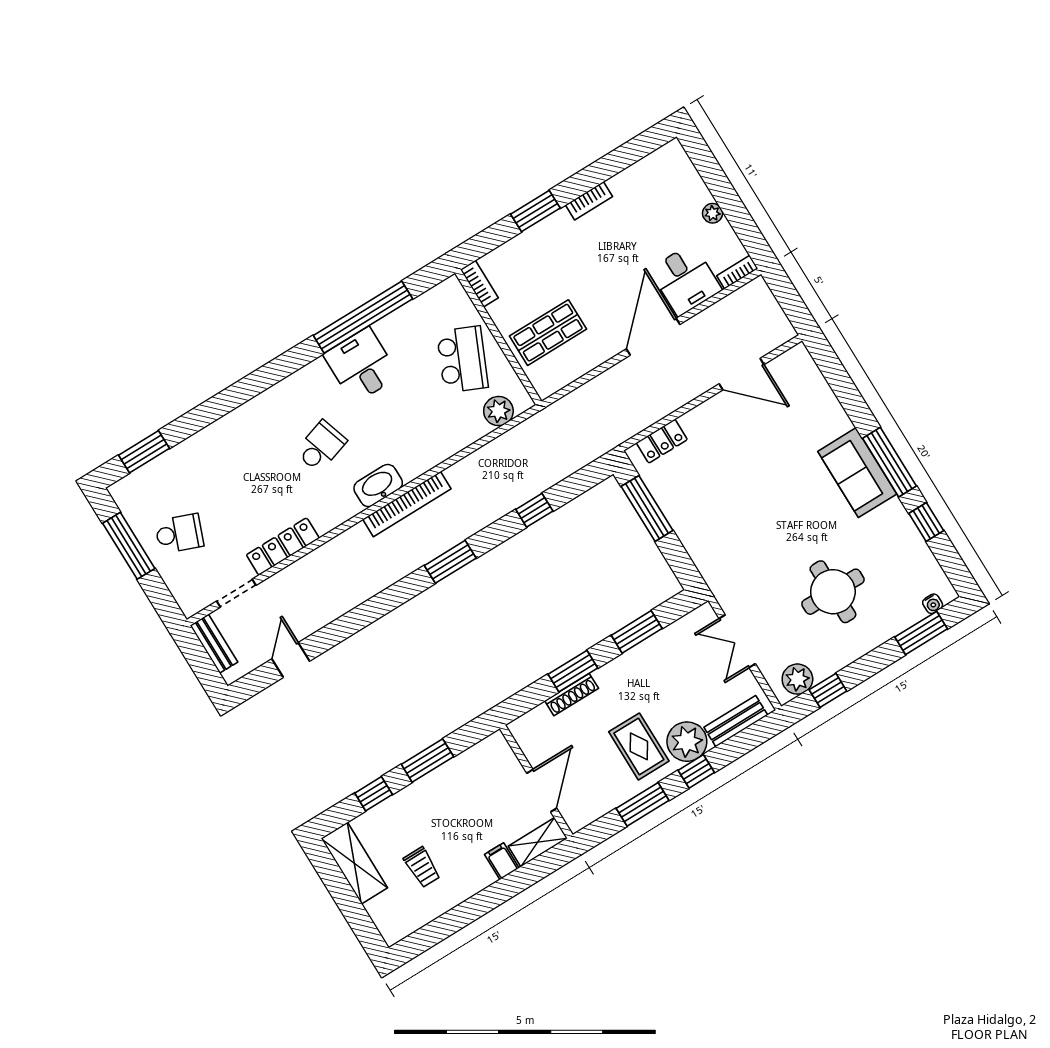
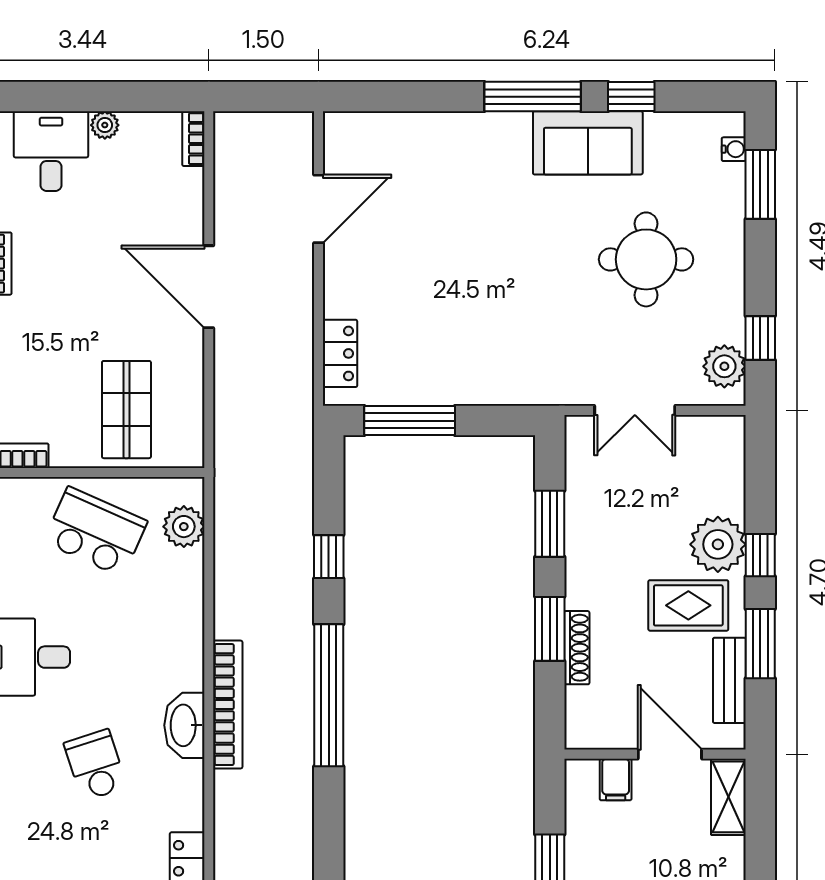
desk: (686, 280) -> (51, 151), moved, turned -90
sofa: (857, 473) -> (588, 143), moved
window: (450, 562) -> (329, 695), width x2.11
bench: (736, 721) -> (729, 680), moved
filing cabinet: (502, 861) -> (616, 779), moved, turned -90

